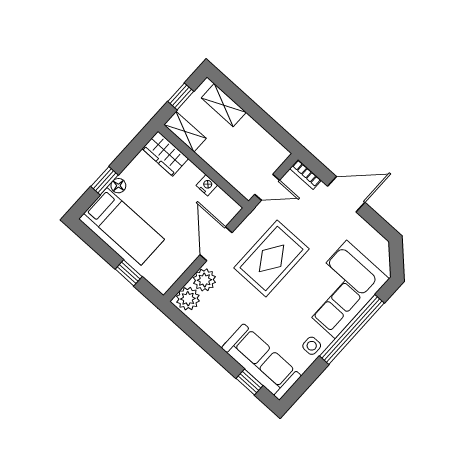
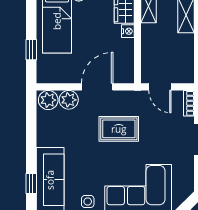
nightstand: (207, 185) -> (128, 31), moved
rug: (272, 258) -> (119, 129), width x0.73, depth x0.70

